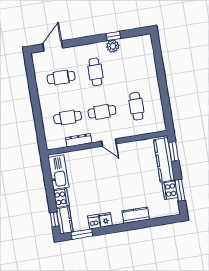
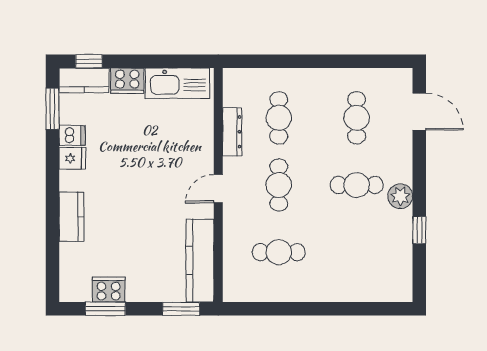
plant: (113, 46) -> (400, 196), moved
kitchen counter: (164, 160) -> (200, 261), moved, turned -90

